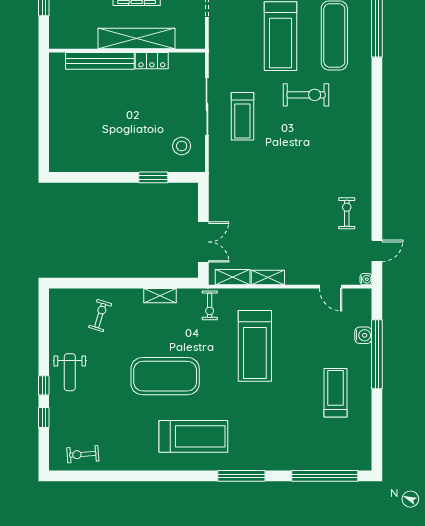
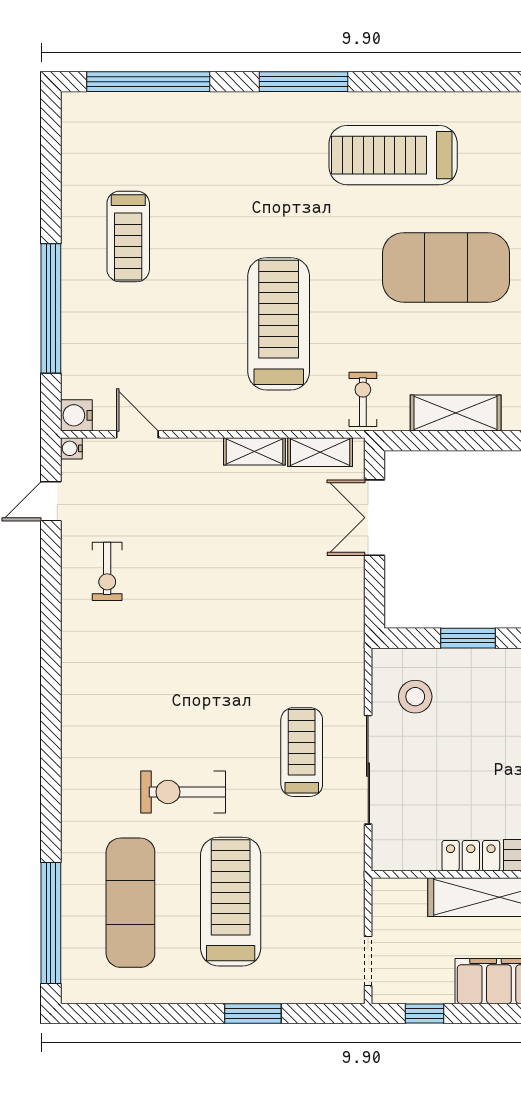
shelving: (160, 296) -> (456, 413), width x1.50, depth x1.33
water cooler: (363, 335) -> (76, 415), moved

